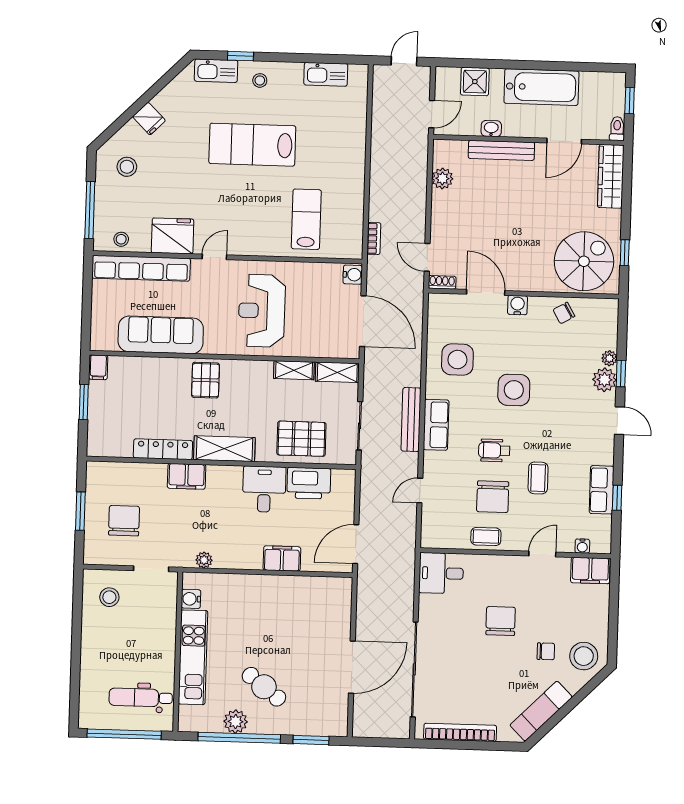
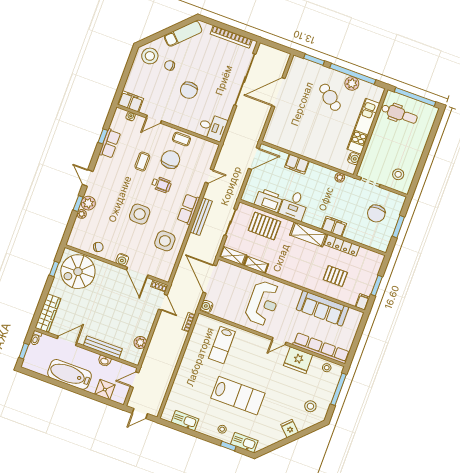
pallet: (205, 380) -> (335, 276), moved, turned 90

